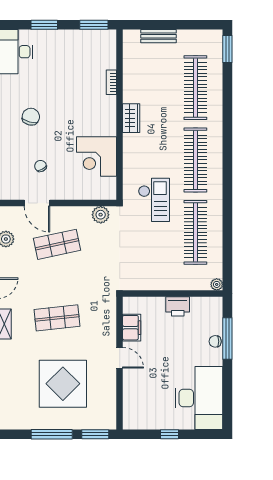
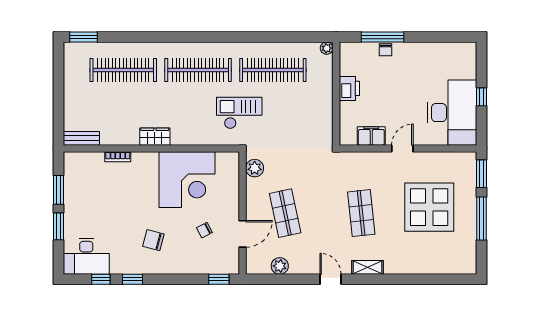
window: (94, 25) -> (58, 190), moved
bench: (159, 36) -> (81, 138), moved, turned 90
corner desk: (97, 156) -> (187, 180), width x1.36, depth x1.36
desk: (199, 398) -> (452, 113), moved, turned 90

